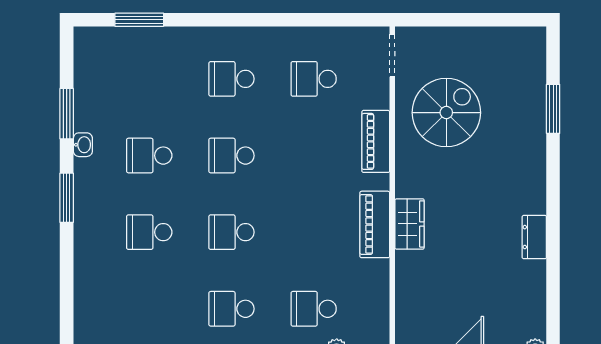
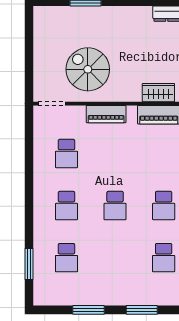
washbasin: (83, 145) -> (108, 300), removed
school desk: (149, 156) -> (66, 258), moved

